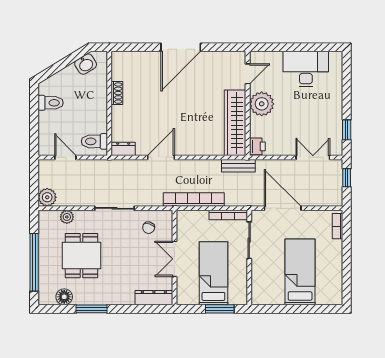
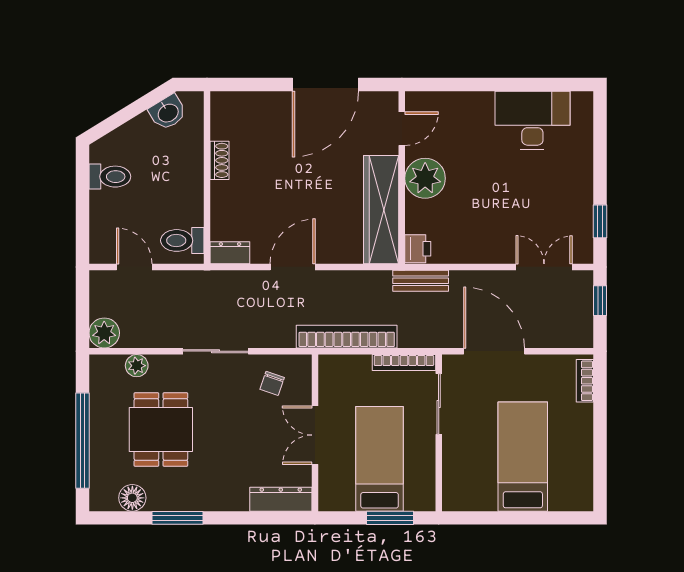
door: (248, 74) -> (402, 129), moved
wall: (248, 103) -> (402, 177), moved
plant: (262, 104) -> (425, 178), moved
wardrobe: (235, 123) -> (381, 210), moved
printer: (257, 146) -> (418, 249), moved

